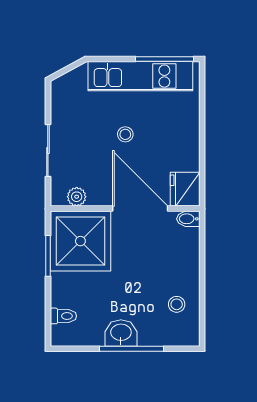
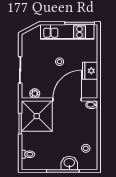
fridge: (185, 189) -> (90, 71), moved
door: (140, 209) -> (67, 99), hinge flipped
washbasin: (121, 333) -> (69, 163), moved

